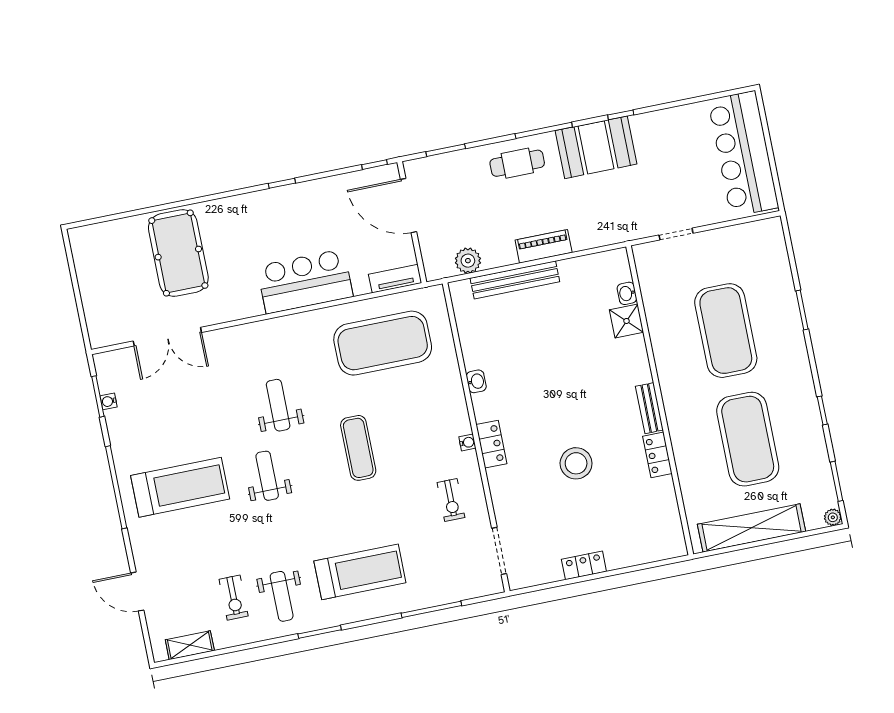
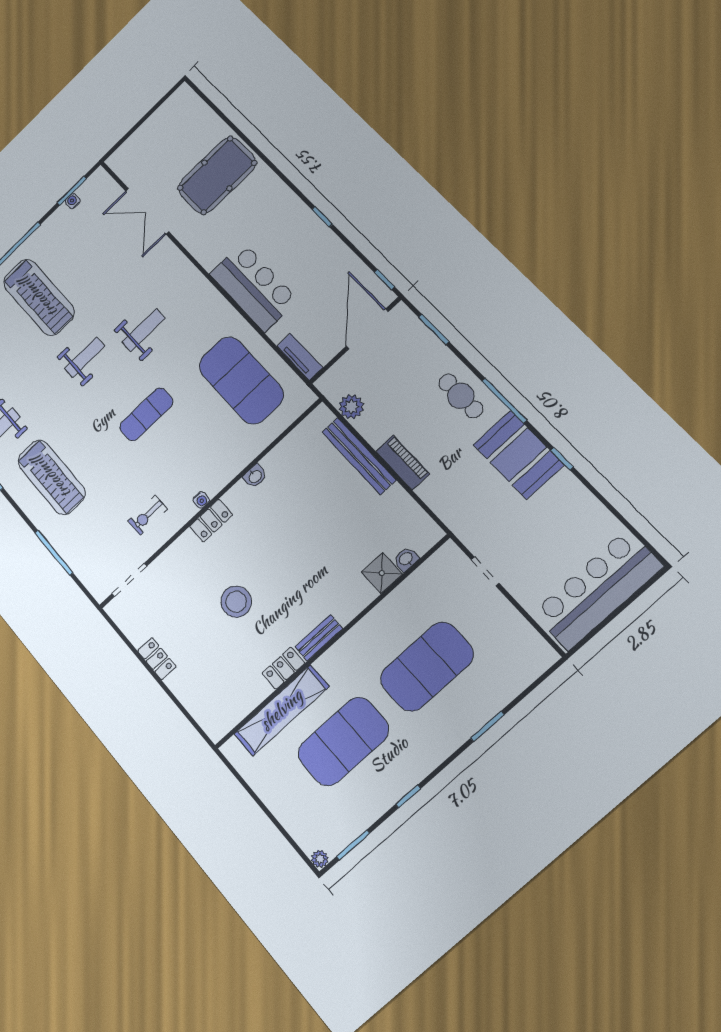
shelving: (751, 528) -> (281, 710), moved, turned 90

